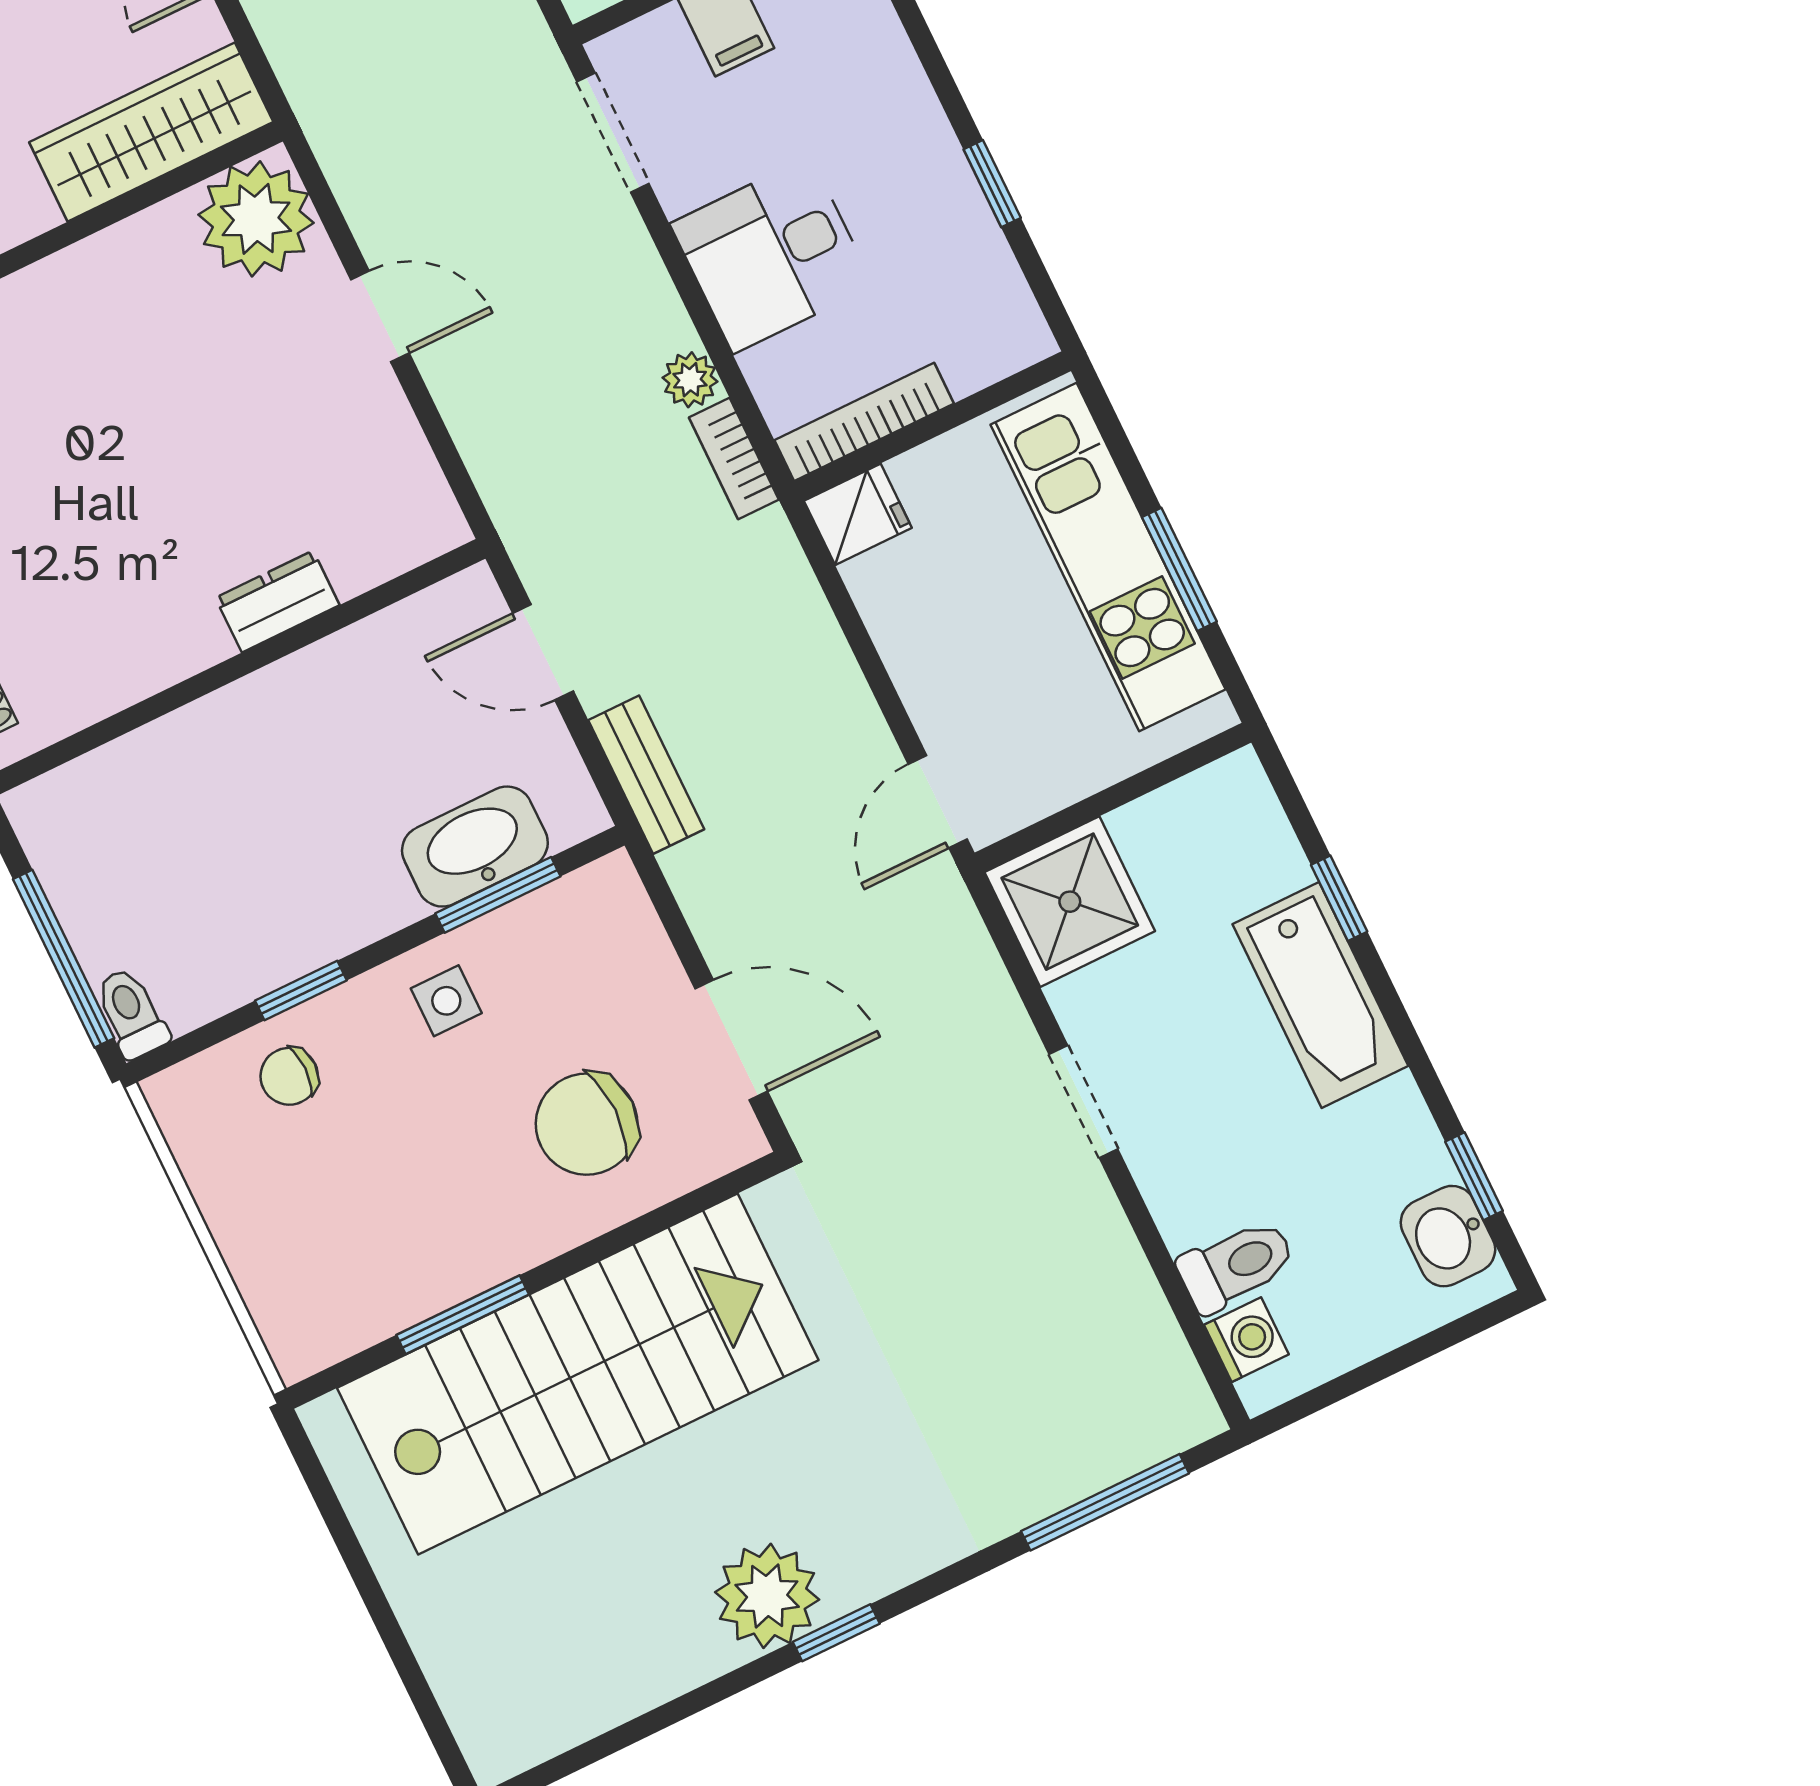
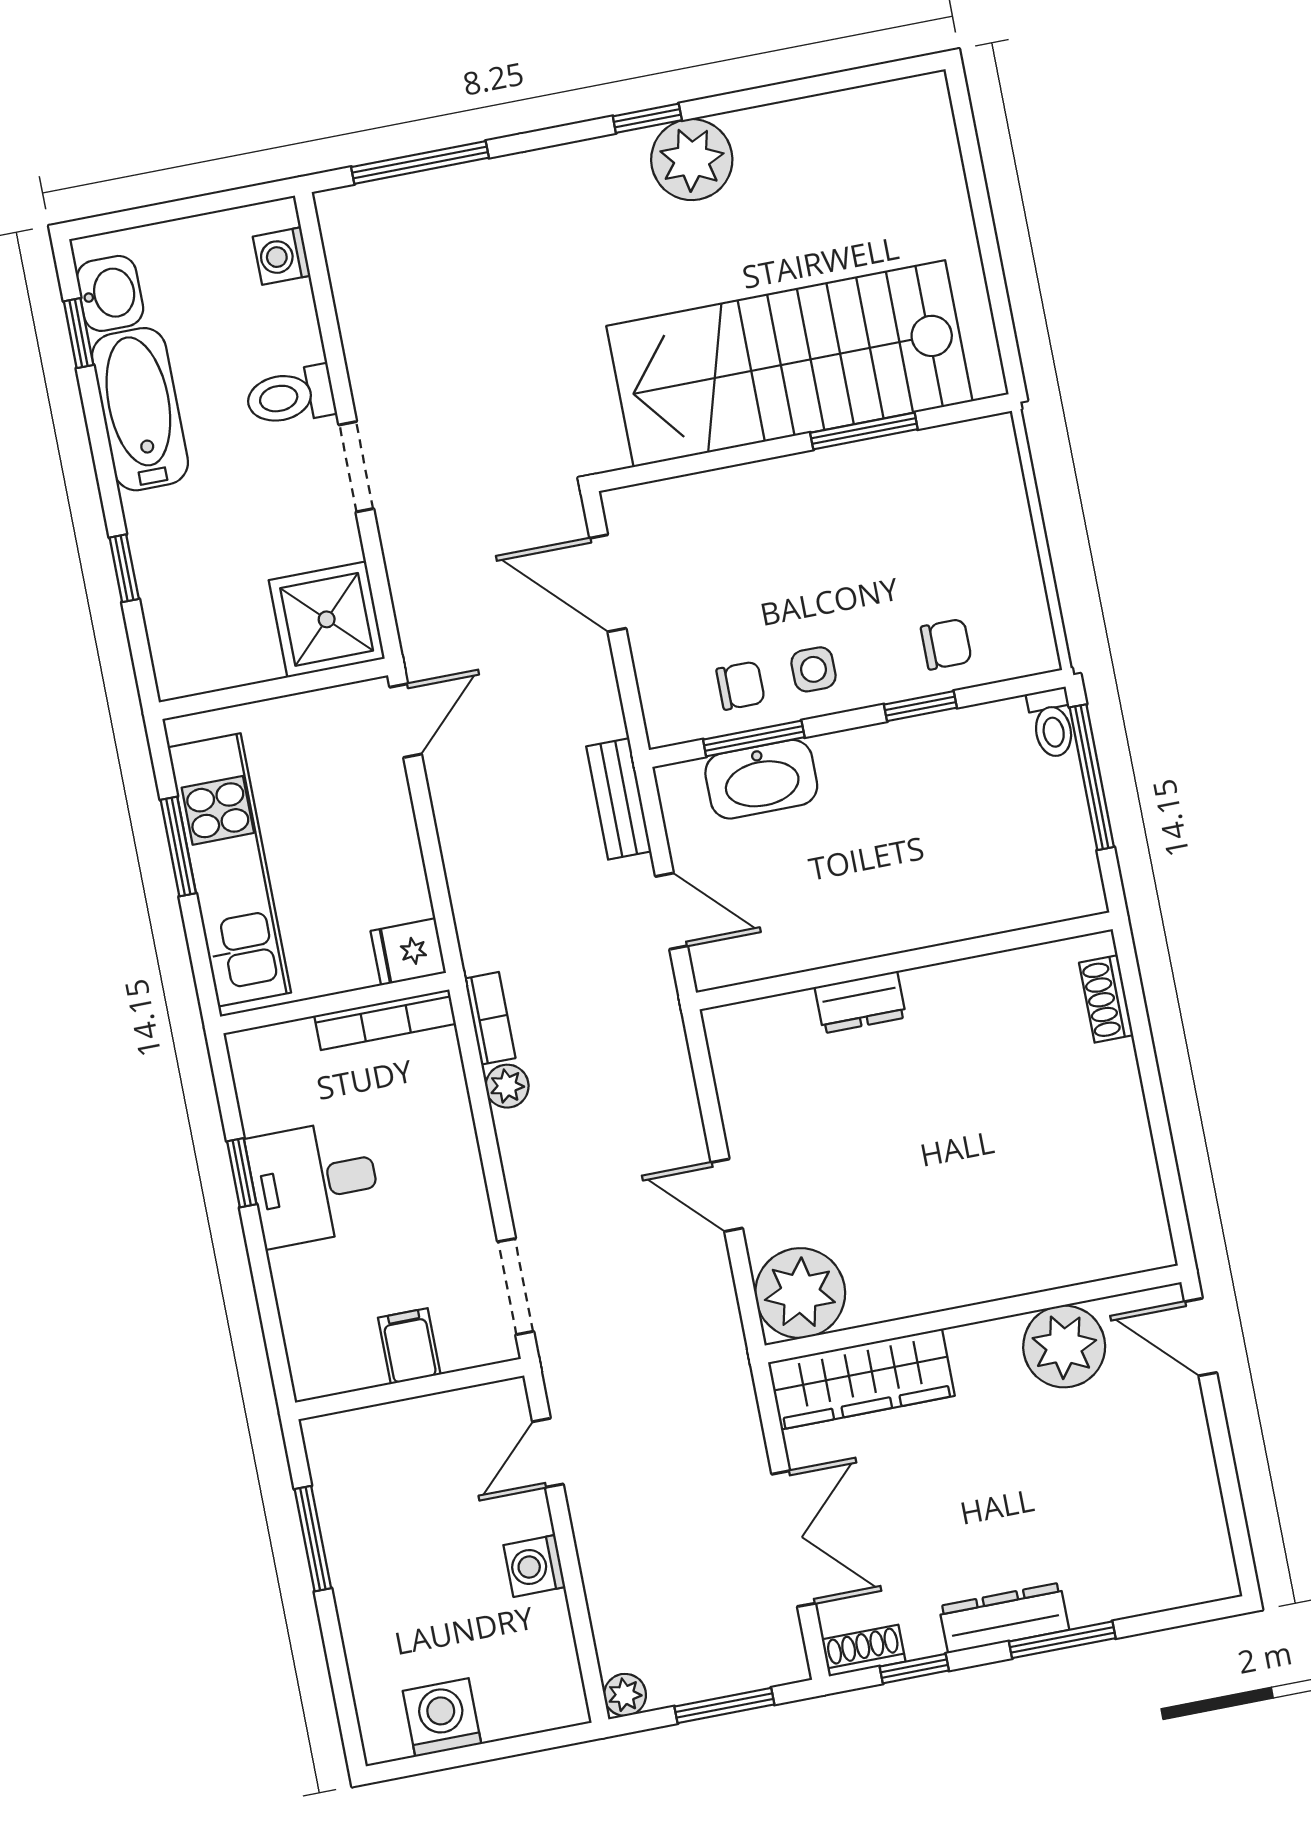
desk: (772, 255) -> (314, 1183), moved, turned 180
bathtub: (1320, 995) -> (140, 409), moved
chair: (587, 1124) -> (741, 686), moved, width x0.54, depth x0.54
toilet: (1236, 1265) -> (290, 396), moved

